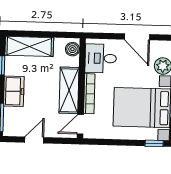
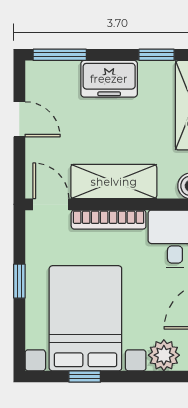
window: (154, 143) -> (19, 281), moved

